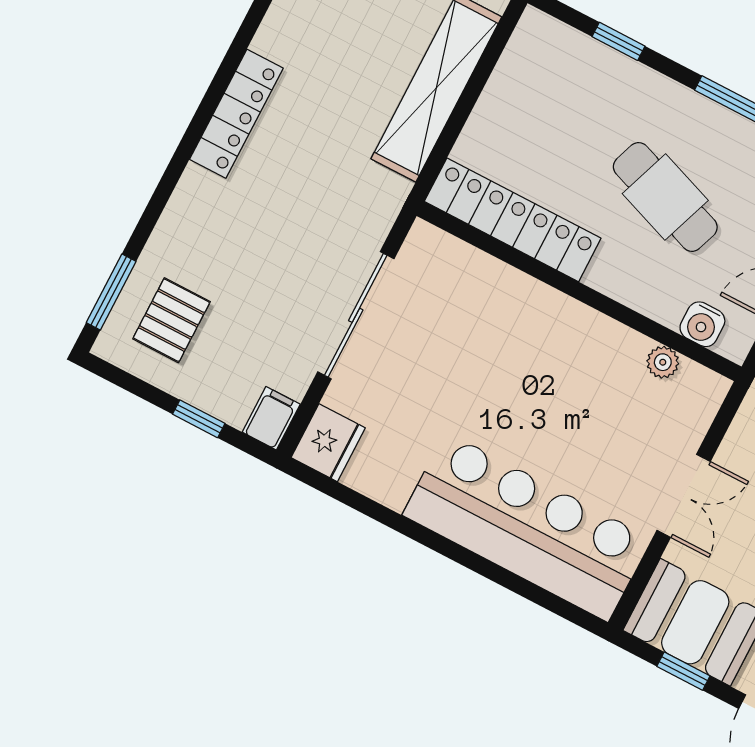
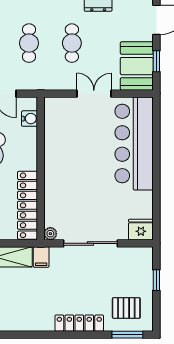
locker: (236, 114) -> (79, 323), moved
plant: (663, 362) -> (50, 234), moved
filing cabinet: (271, 418) -> (41, 257), moved, turned -90

